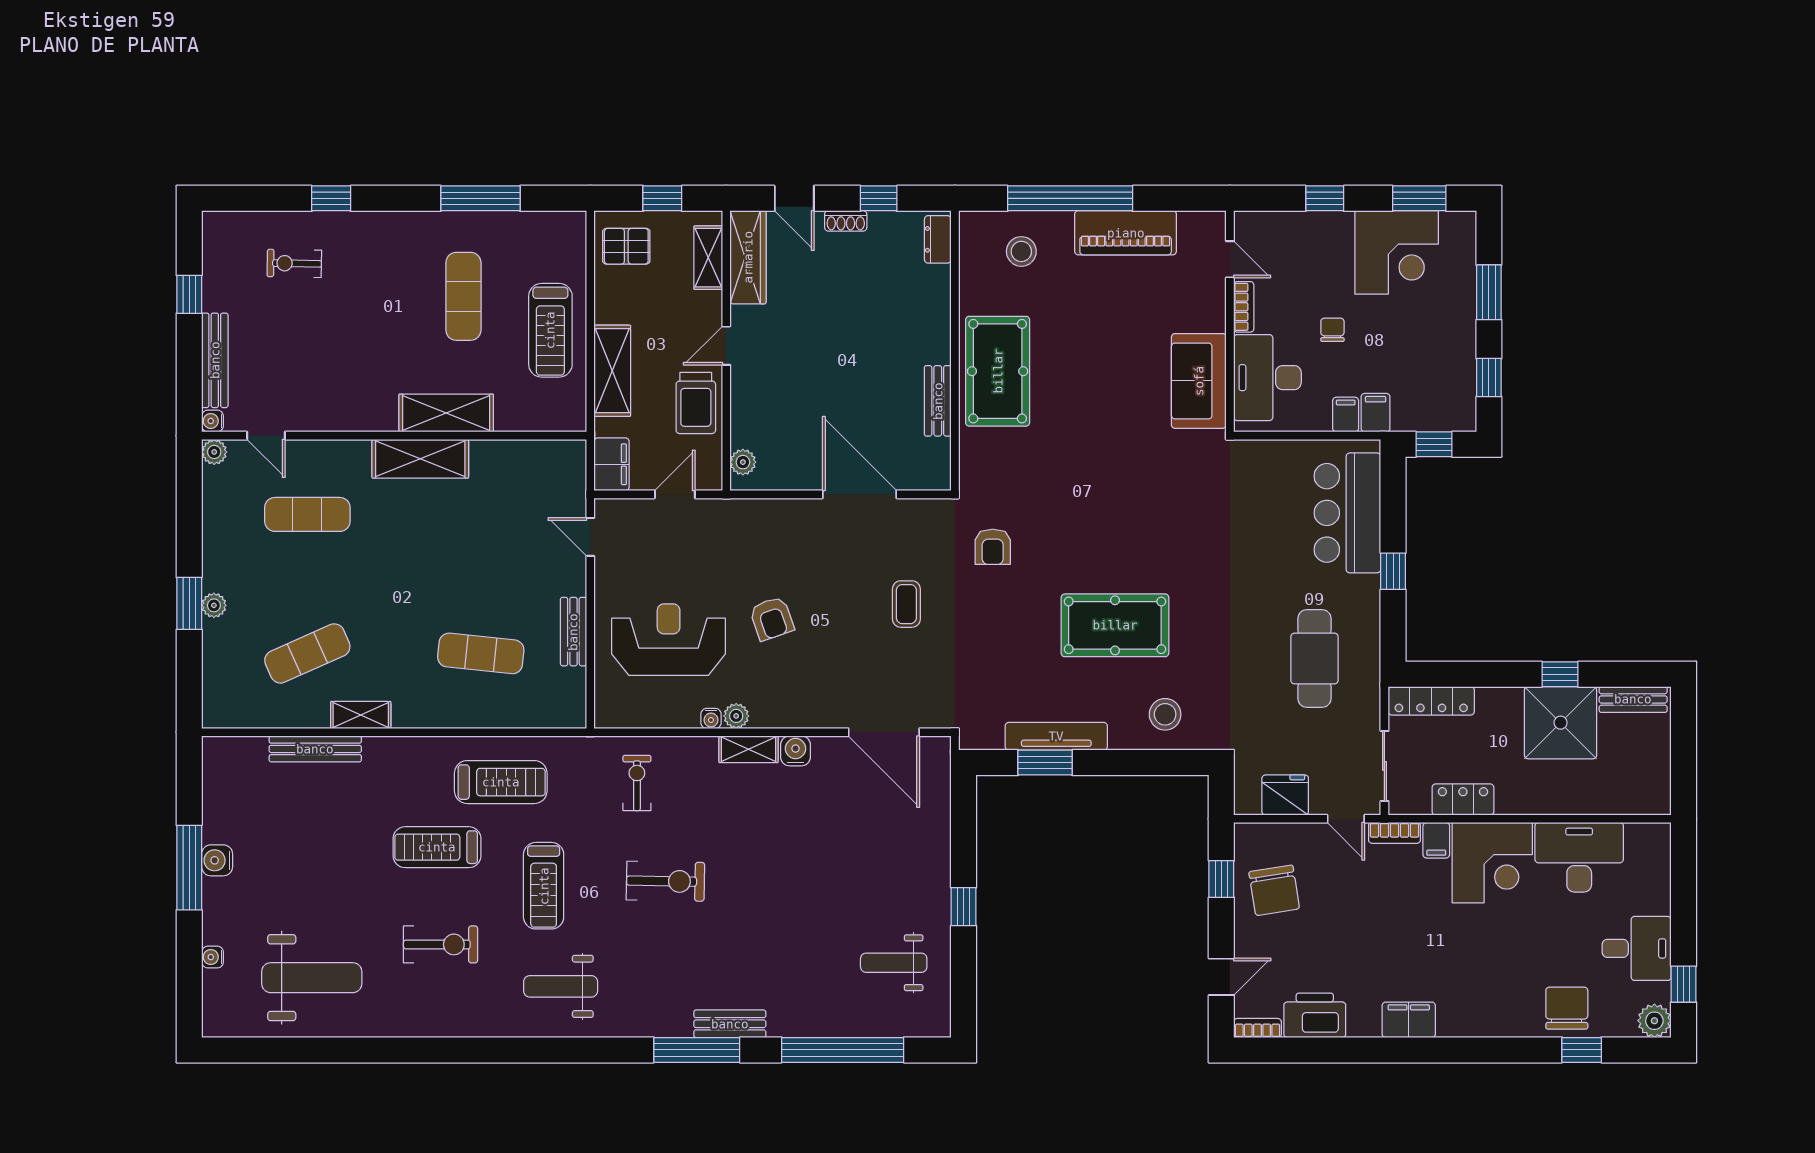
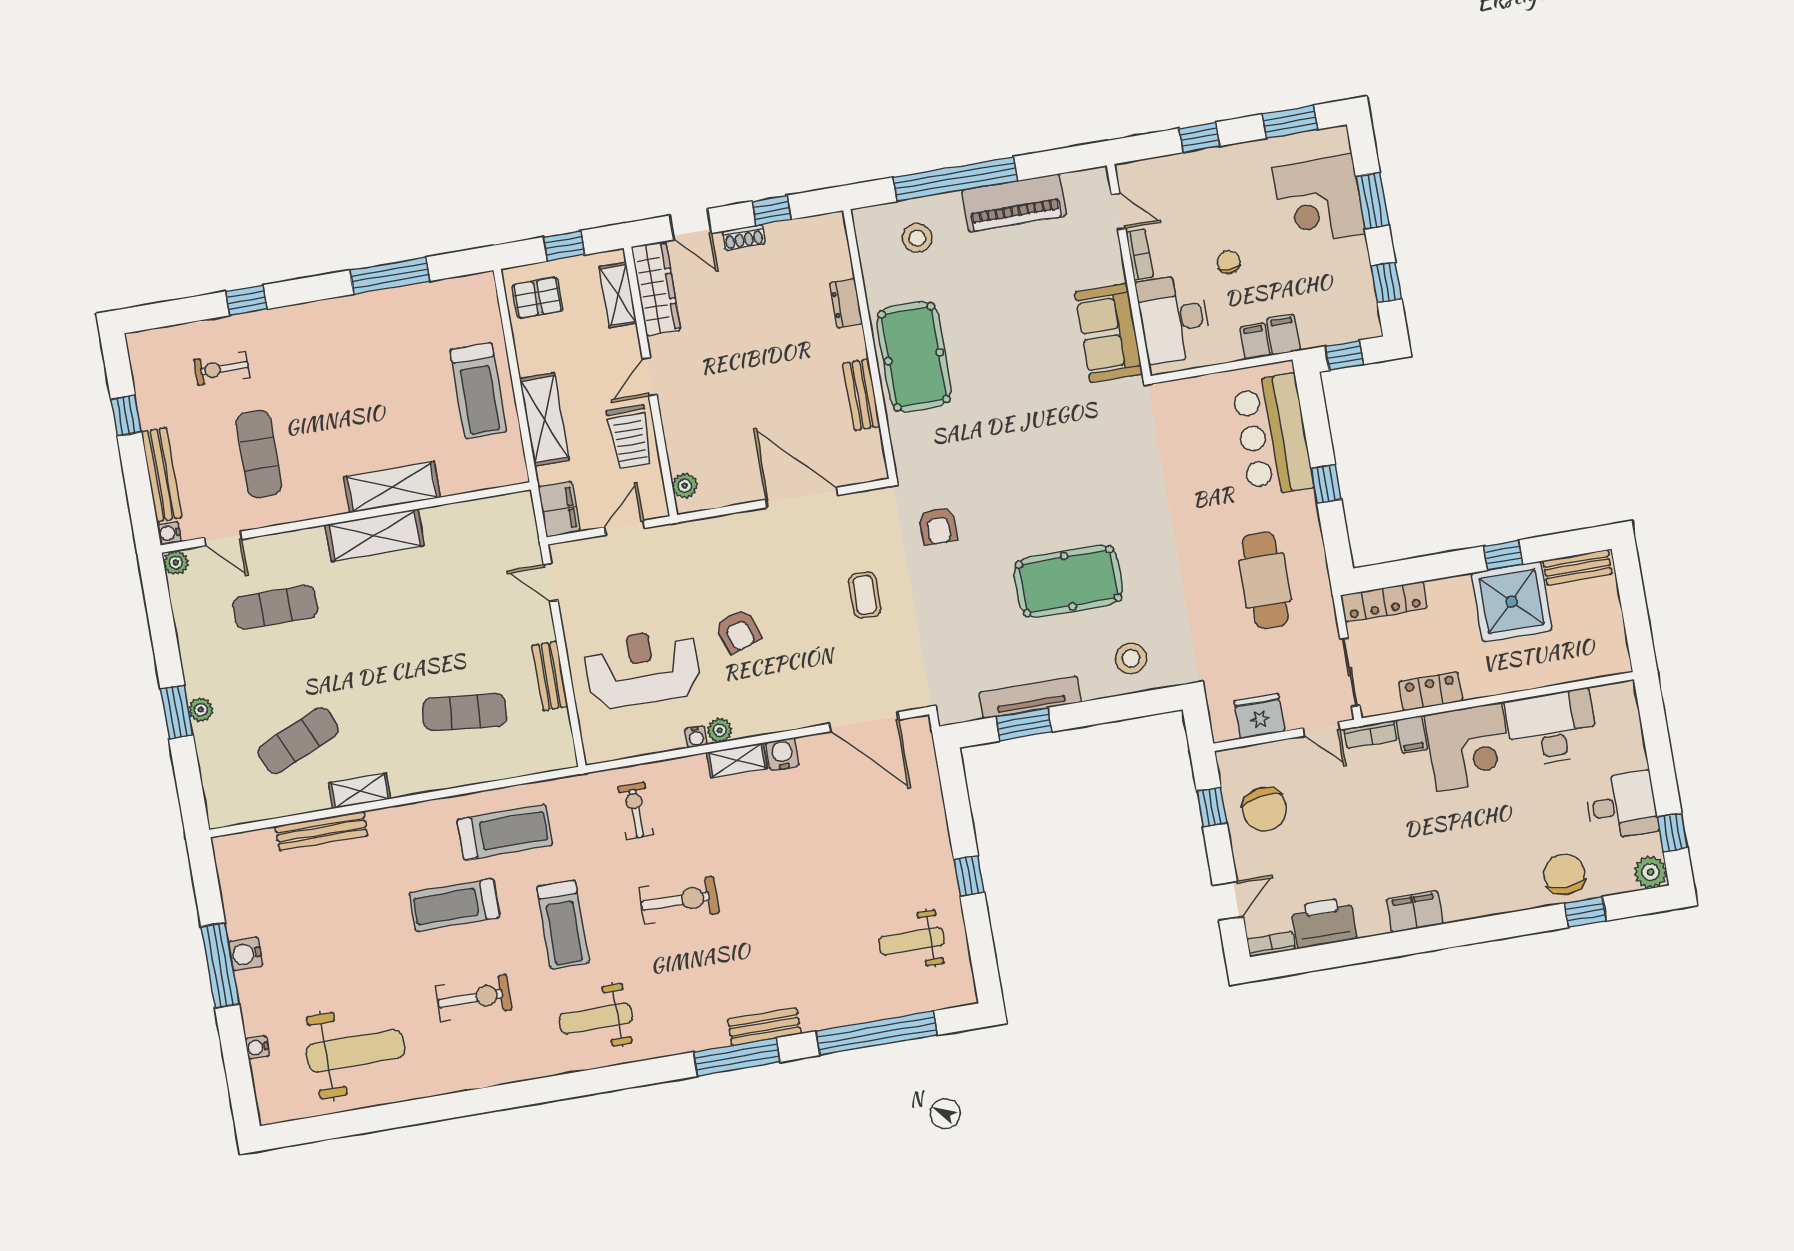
dresser: (938, 239) -> (846, 303), moved
corner desk: (1397, 252) -> (1319, 200), moved, turned 90
exercise mat: (463, 296) -> (259, 454), moved

